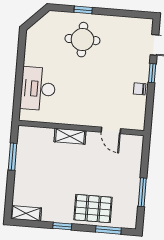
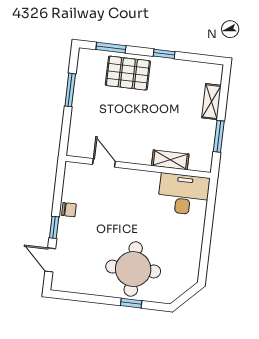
round table: (82, 40) -> (133, 269), width x1.36, depth x1.36
desk: (38, 89) -> (184, 194), moved, turned -90
shelving: (70, 136) -> (170, 160), moved
shelving: (26, 213) -> (211, 102), moved, turned 90

